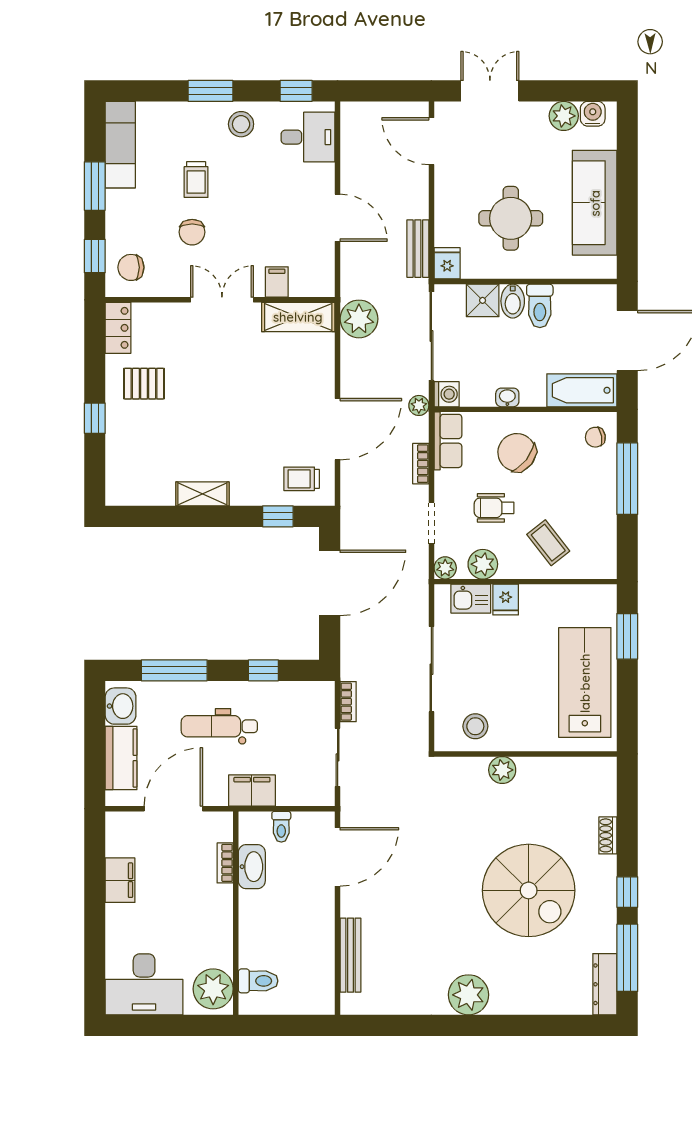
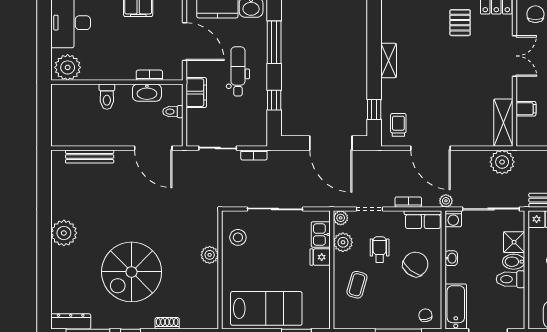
double door: (222, 300) -> (514, 56), moved
coffee table: (548, 543) -> (357, 285), turned -36
toilet: (258, 981) -> (107, 97), moved

